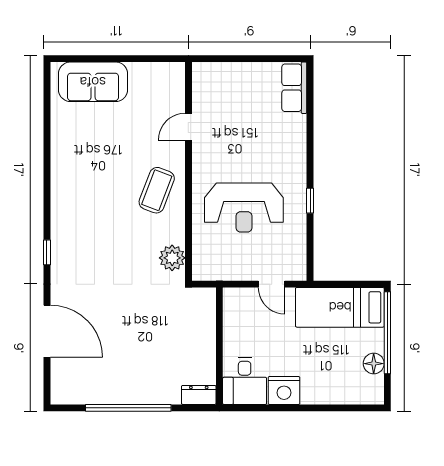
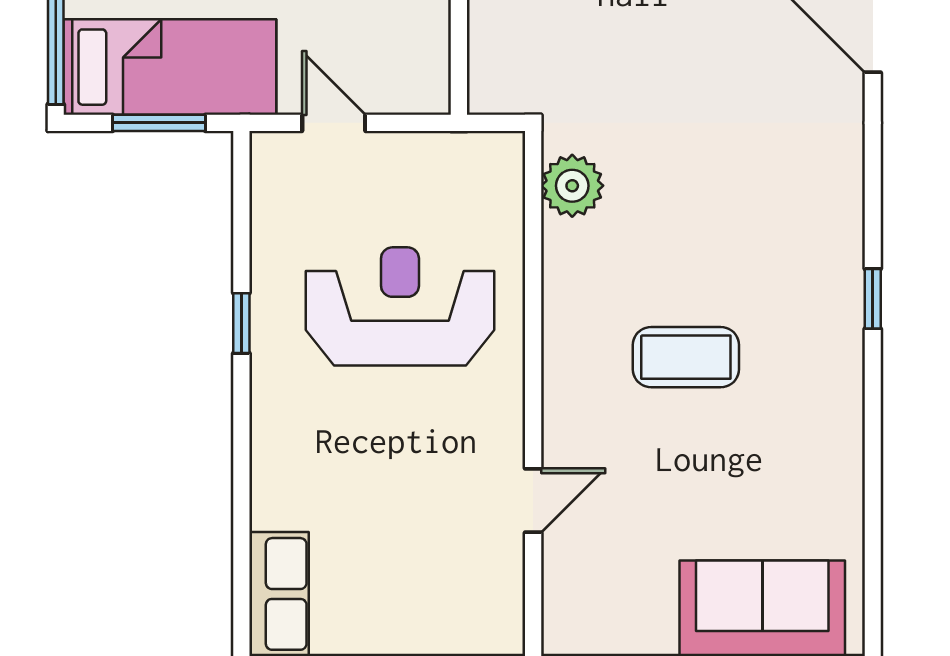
coffee table: (157, 190) -> (686, 357), moved, turned 69
window: (47, 252) -> (873, 299), moved
window: (344, 284) -> (159, 123), added

